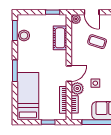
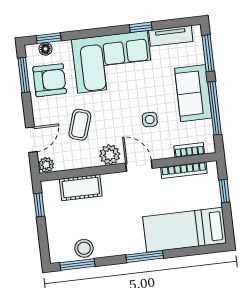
plant: (77, 88) -> (110, 155), moved

